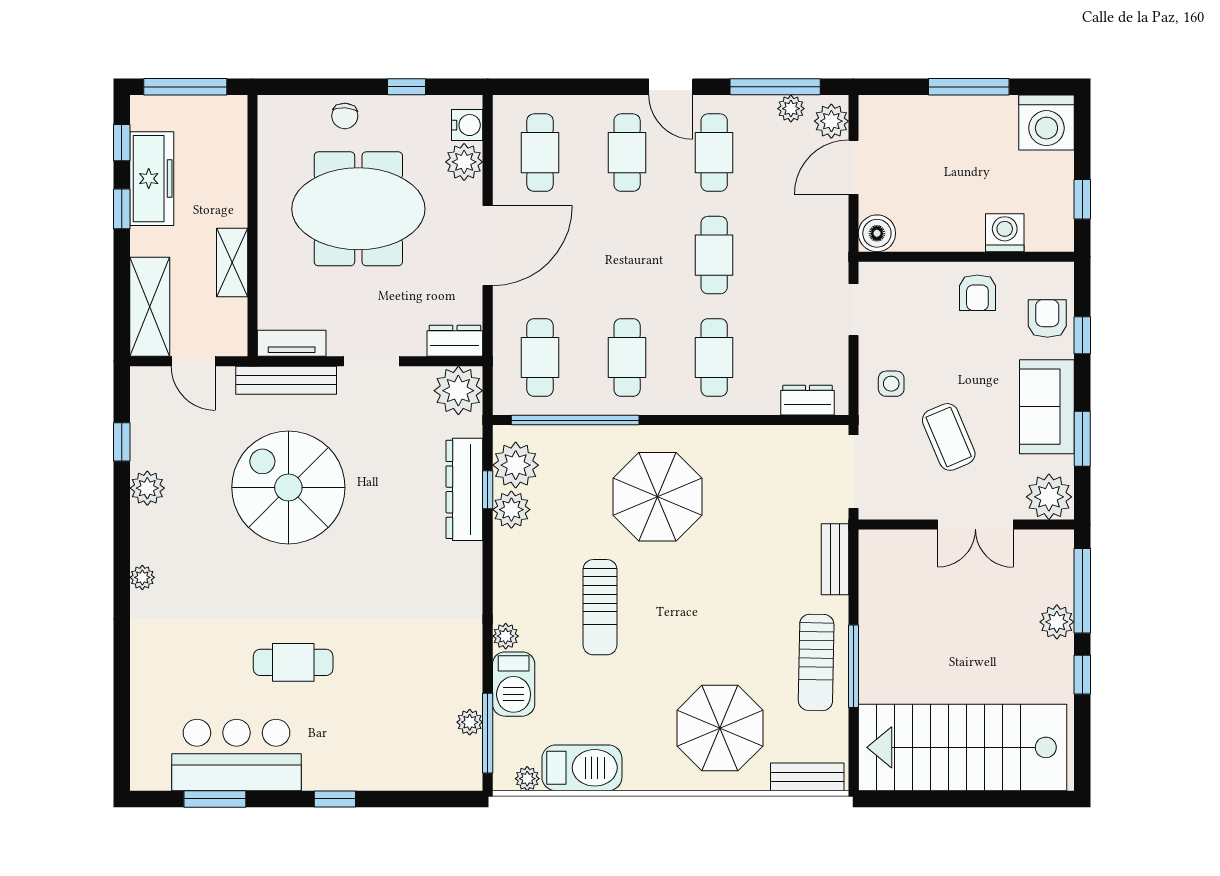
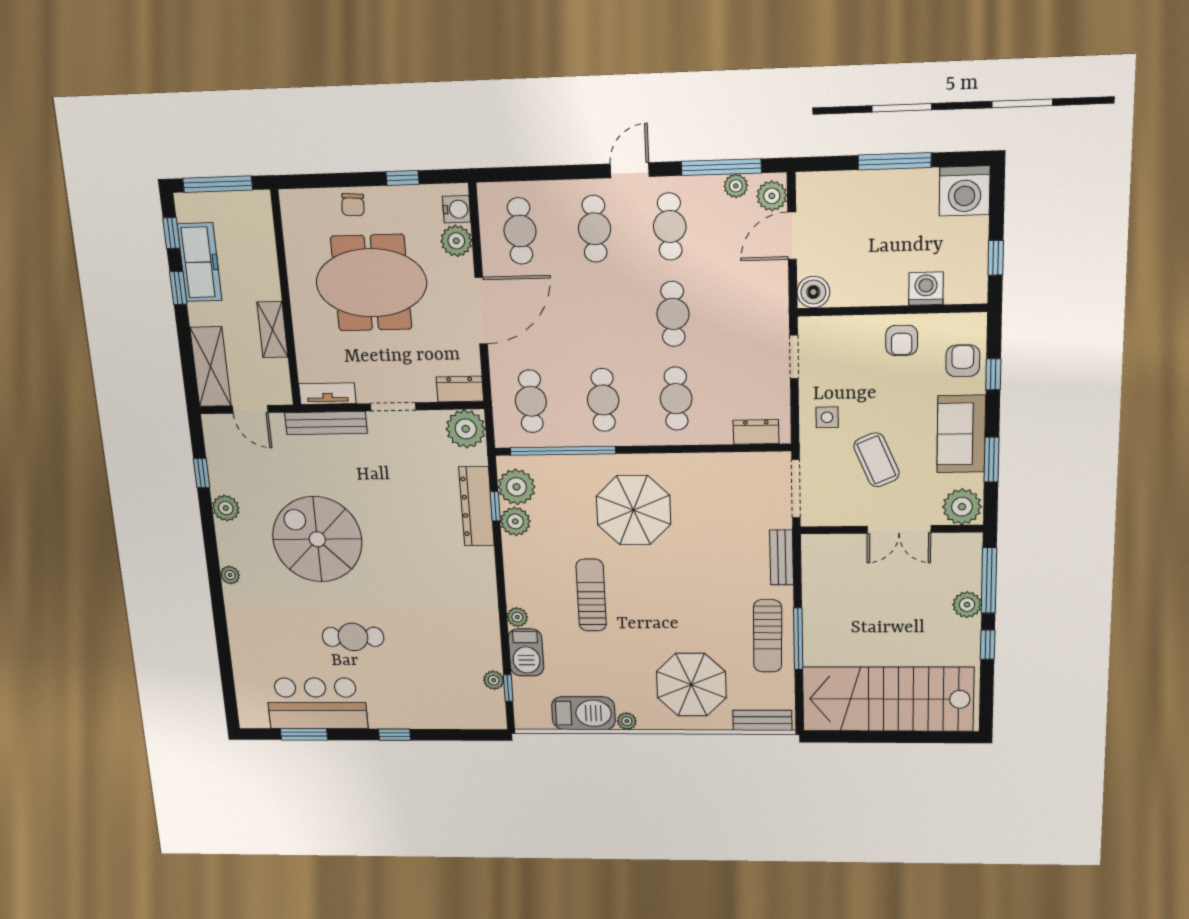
door: (671, 87) -> (630, 170), swing flipped
spiral stairs: (288, 487) -> (317, 539), moved
sun lounger: (600, 607) -> (591, 595), turned 180
window: (488, 733) -> (508, 688), width x0.46
plant: (527, 779) -> (627, 721), moved

